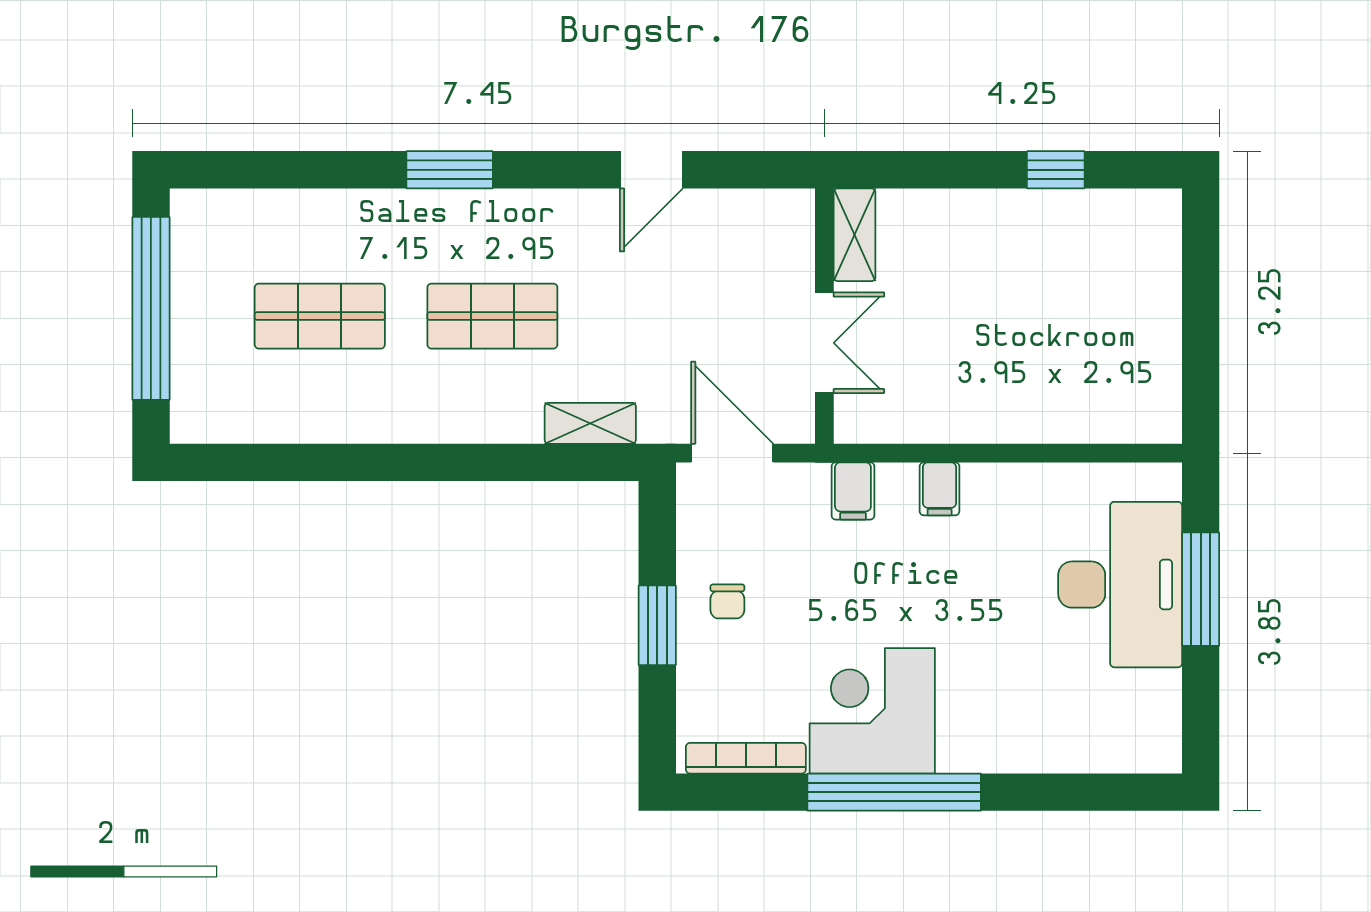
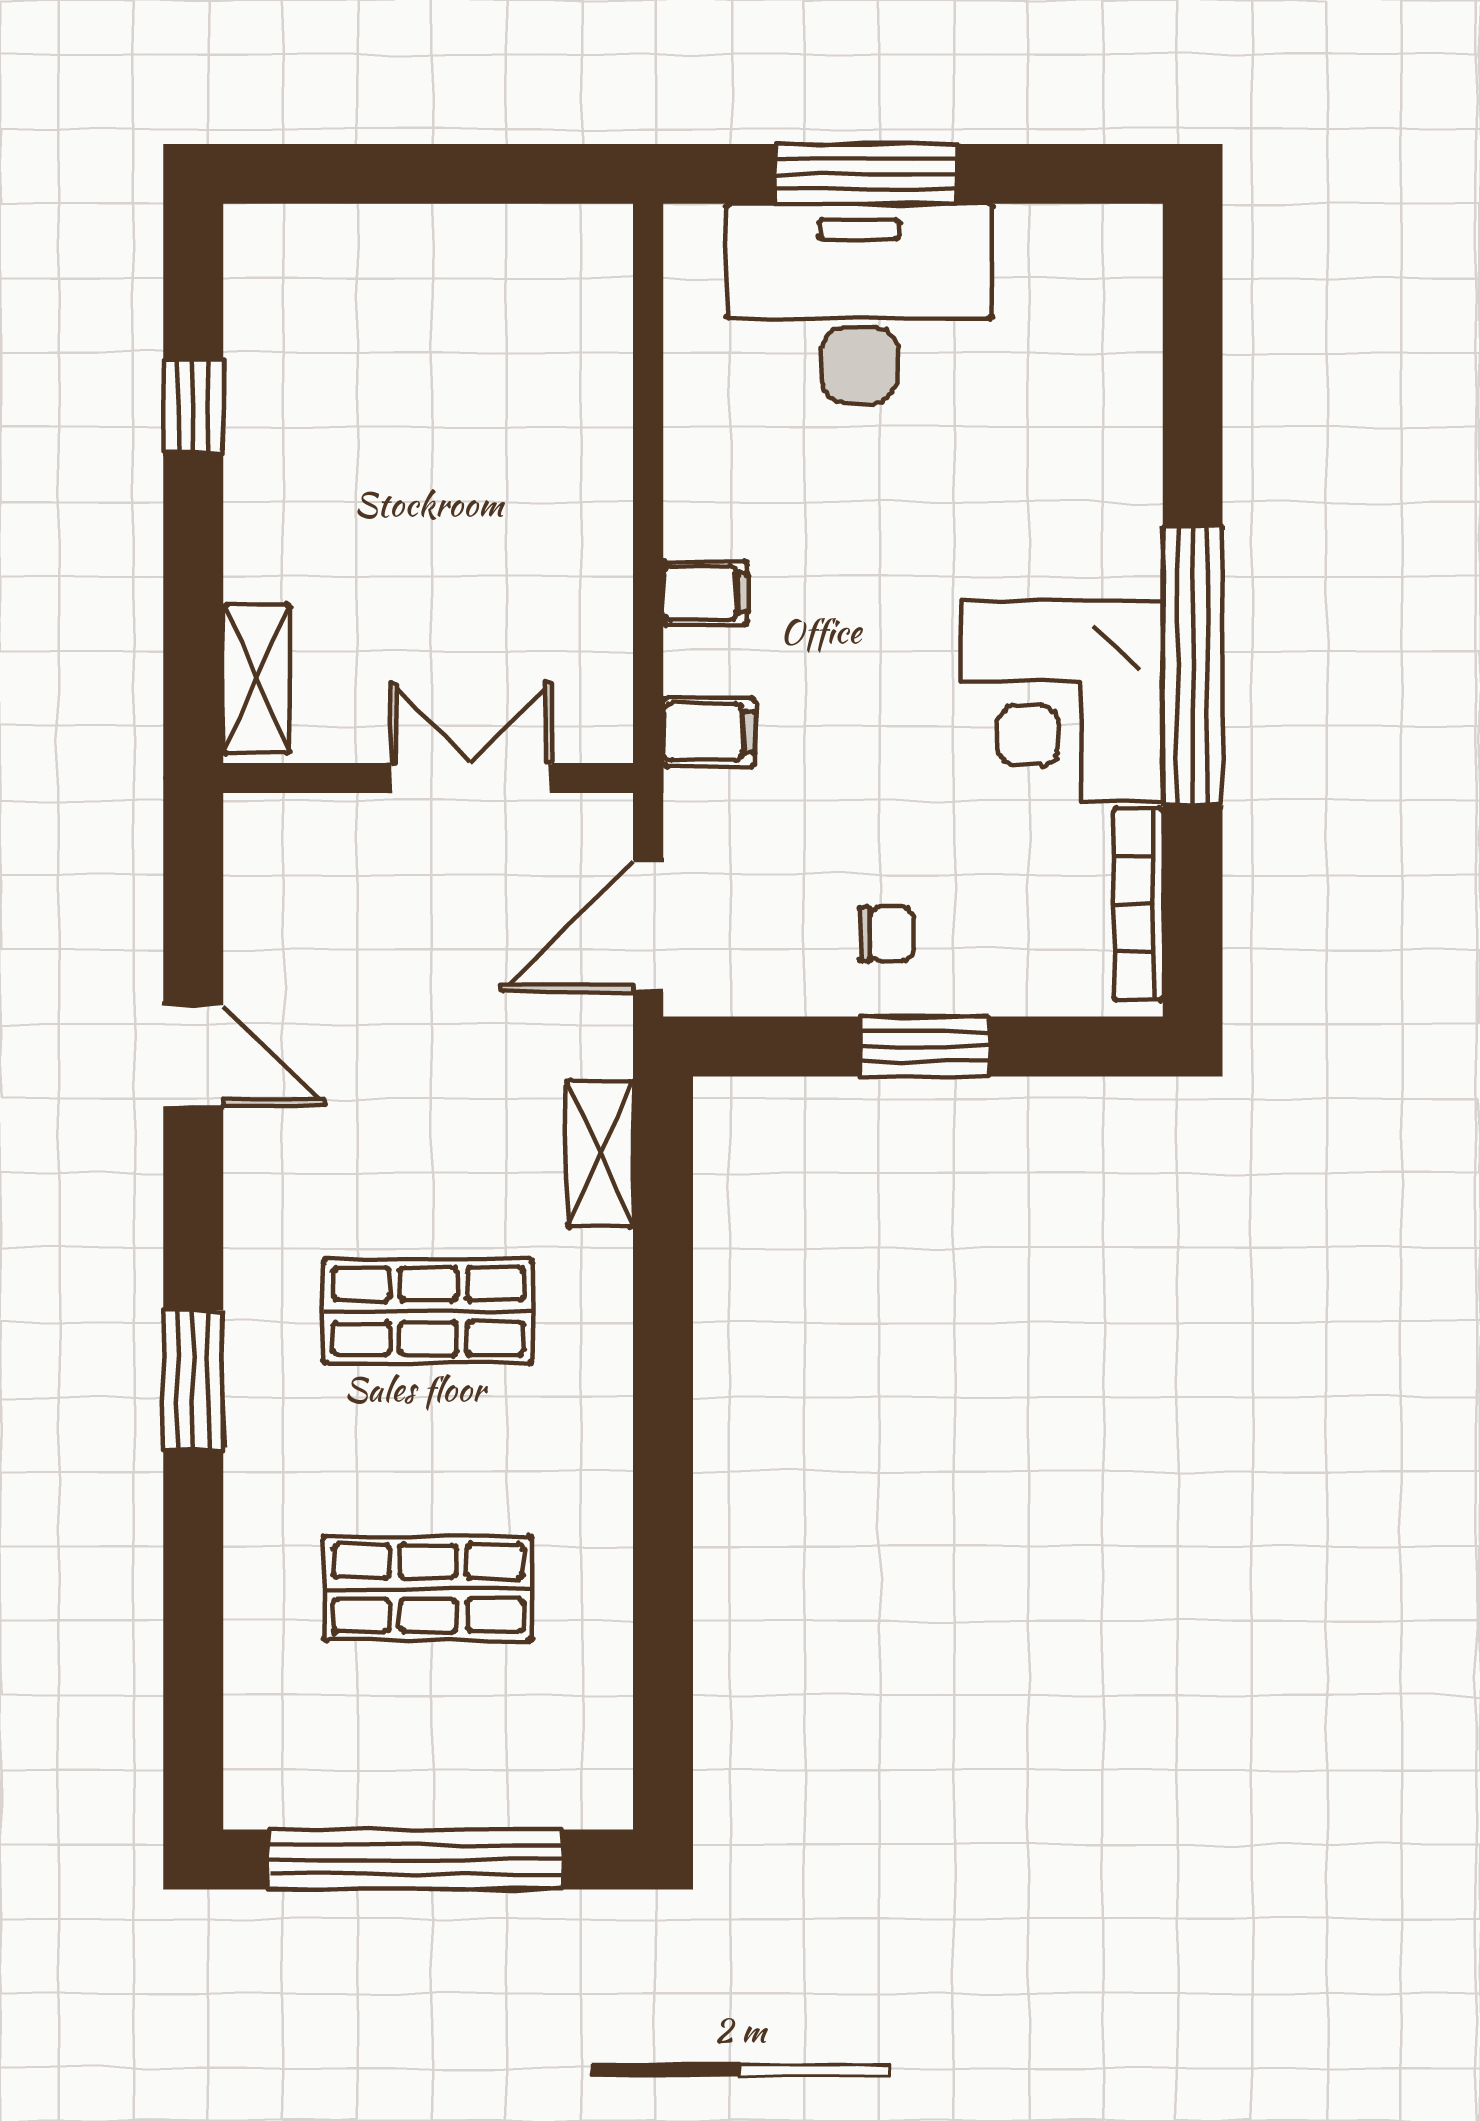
shelving: (855, 235) -> (257, 679), moved, turned 90
shop shelf: (320, 316) -> (428, 1588), turned 90
shop shelf: (492, 316) -> (428, 1311), turned 90

